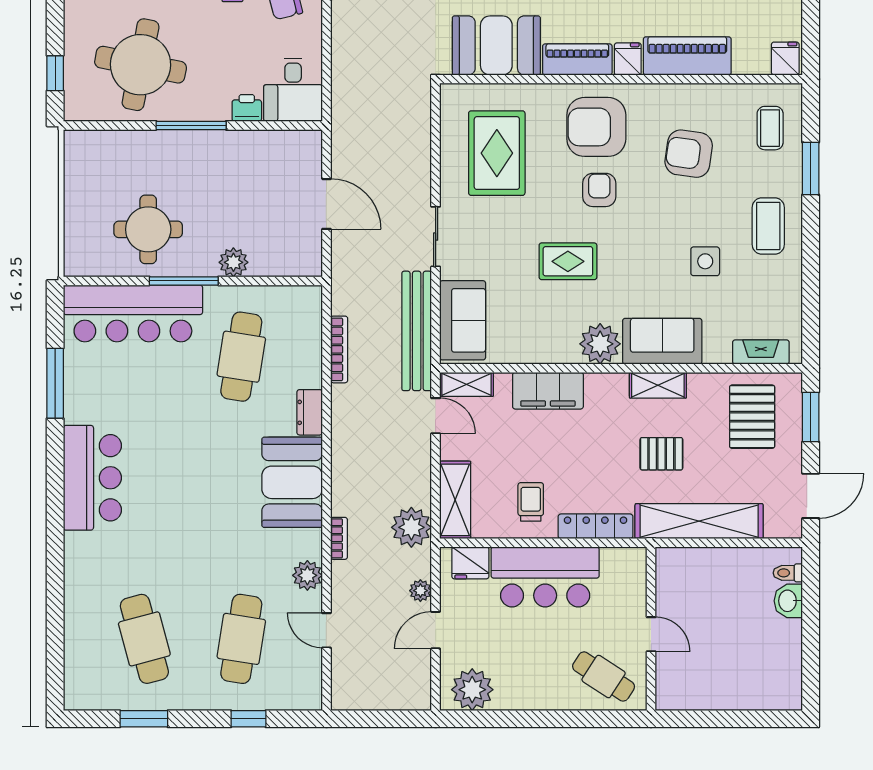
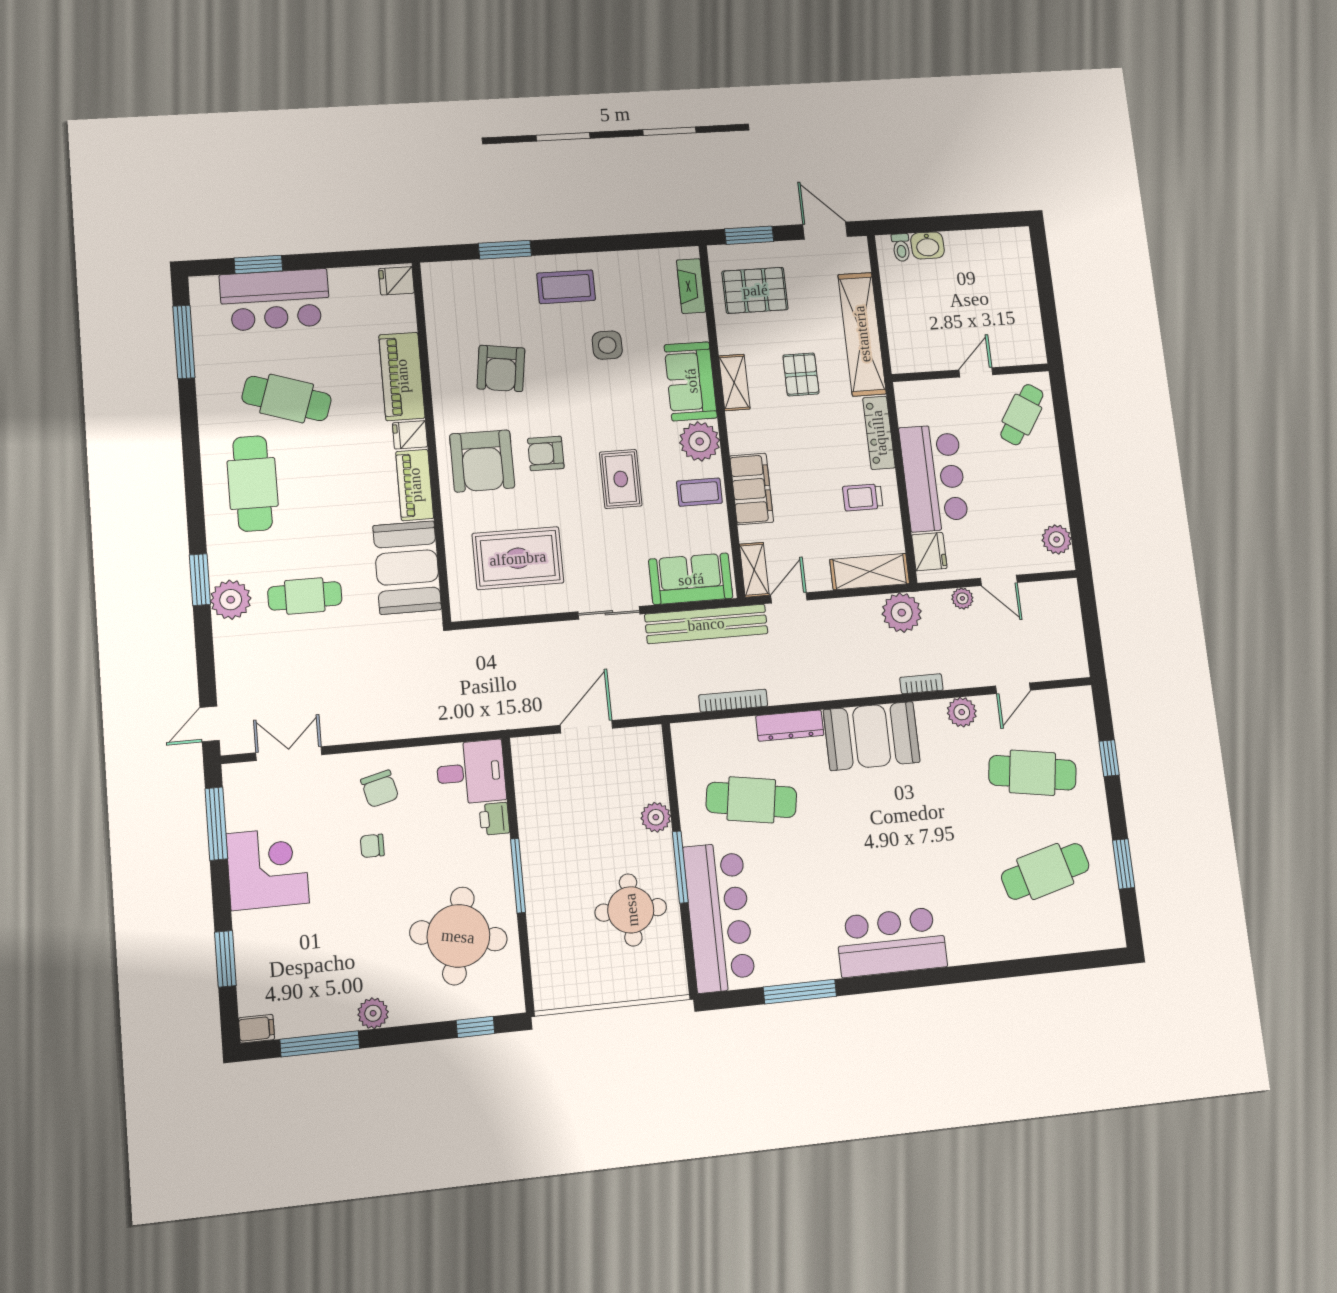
coffee table: (770, 128) -> (699, 492), moved
dresser: (310, 412) -> (790, 726), width x1.44
plant: (472, 690) -> (1057, 539), width x0.73, depth x0.73

